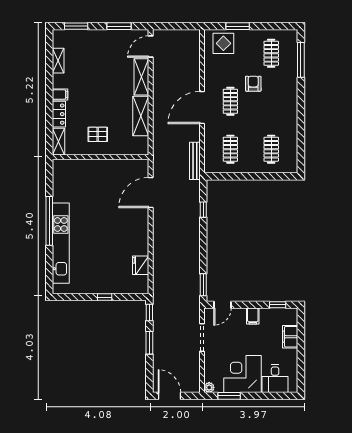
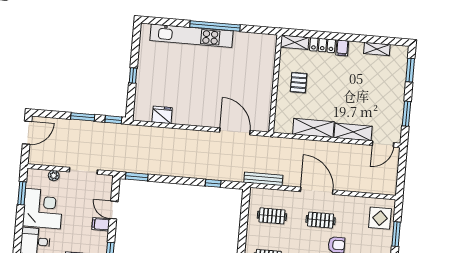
door: (151, 47) -> (383, 144), swing flipped
door: (222, 305) -> (114, 210), moved
plant: (209, 387) -> (54, 176), moved

